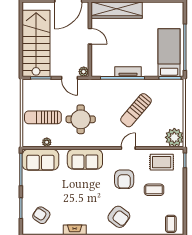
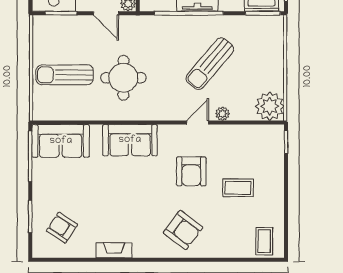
plant: (47, 142) -> (223, 114), moved
rug: (162, 162) -> (250, 145), removed

